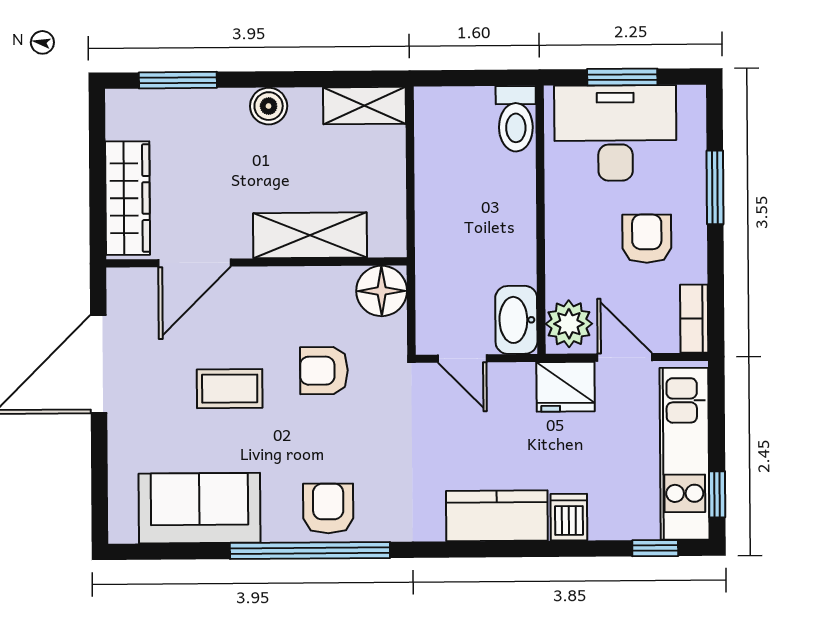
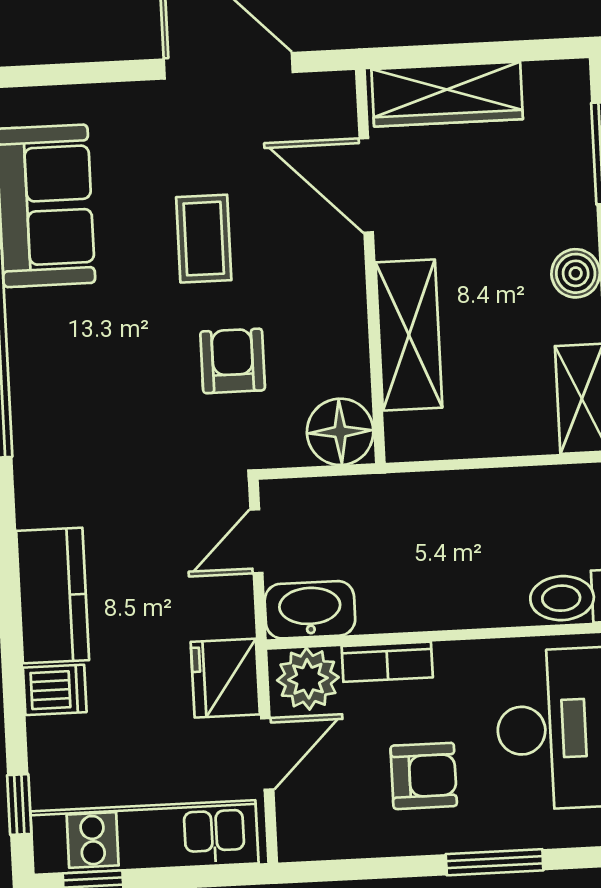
bookcase: (694, 319) -> (387, 662), moved, turned 180
armchair: (328, 508) -> (52, 374), removed

